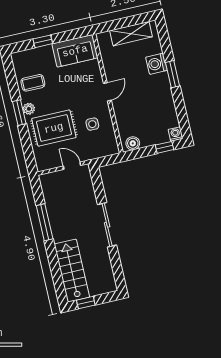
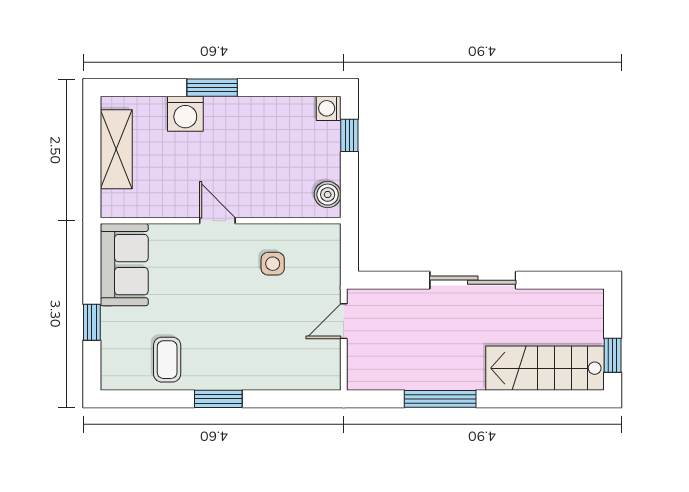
plant: (29, 109) -> (215, 379), removed
rug: (54, 128) -> (263, 339), removed

